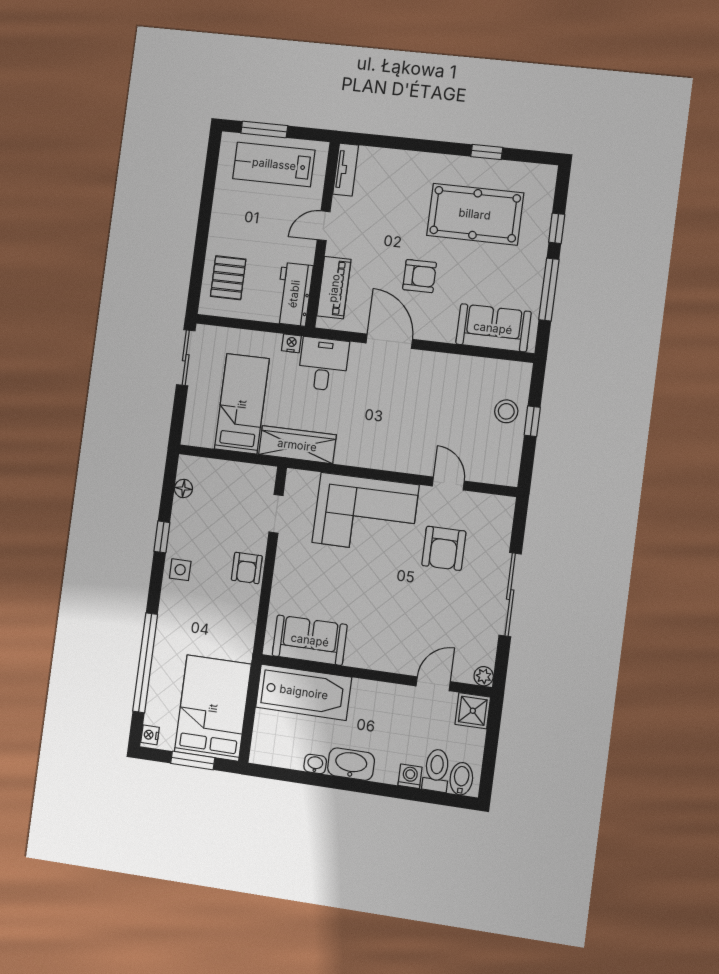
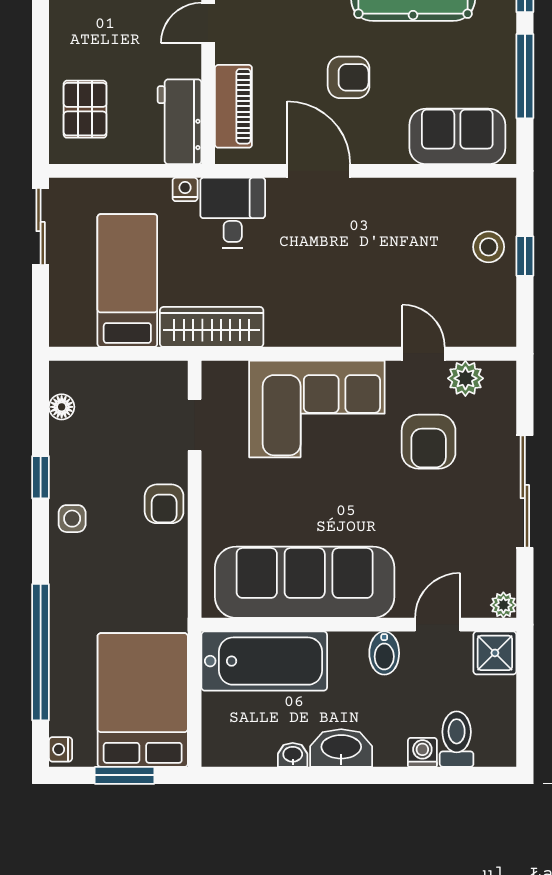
plant: (477, 506) -> (465, 378), added
sofa: (310, 640) -> (305, 582), width x1.85, depth x1.27
bidet: (461, 779) -> (384, 653), moved, turned 180

